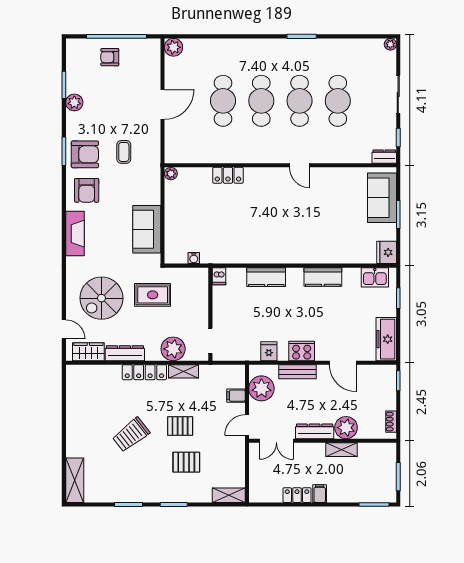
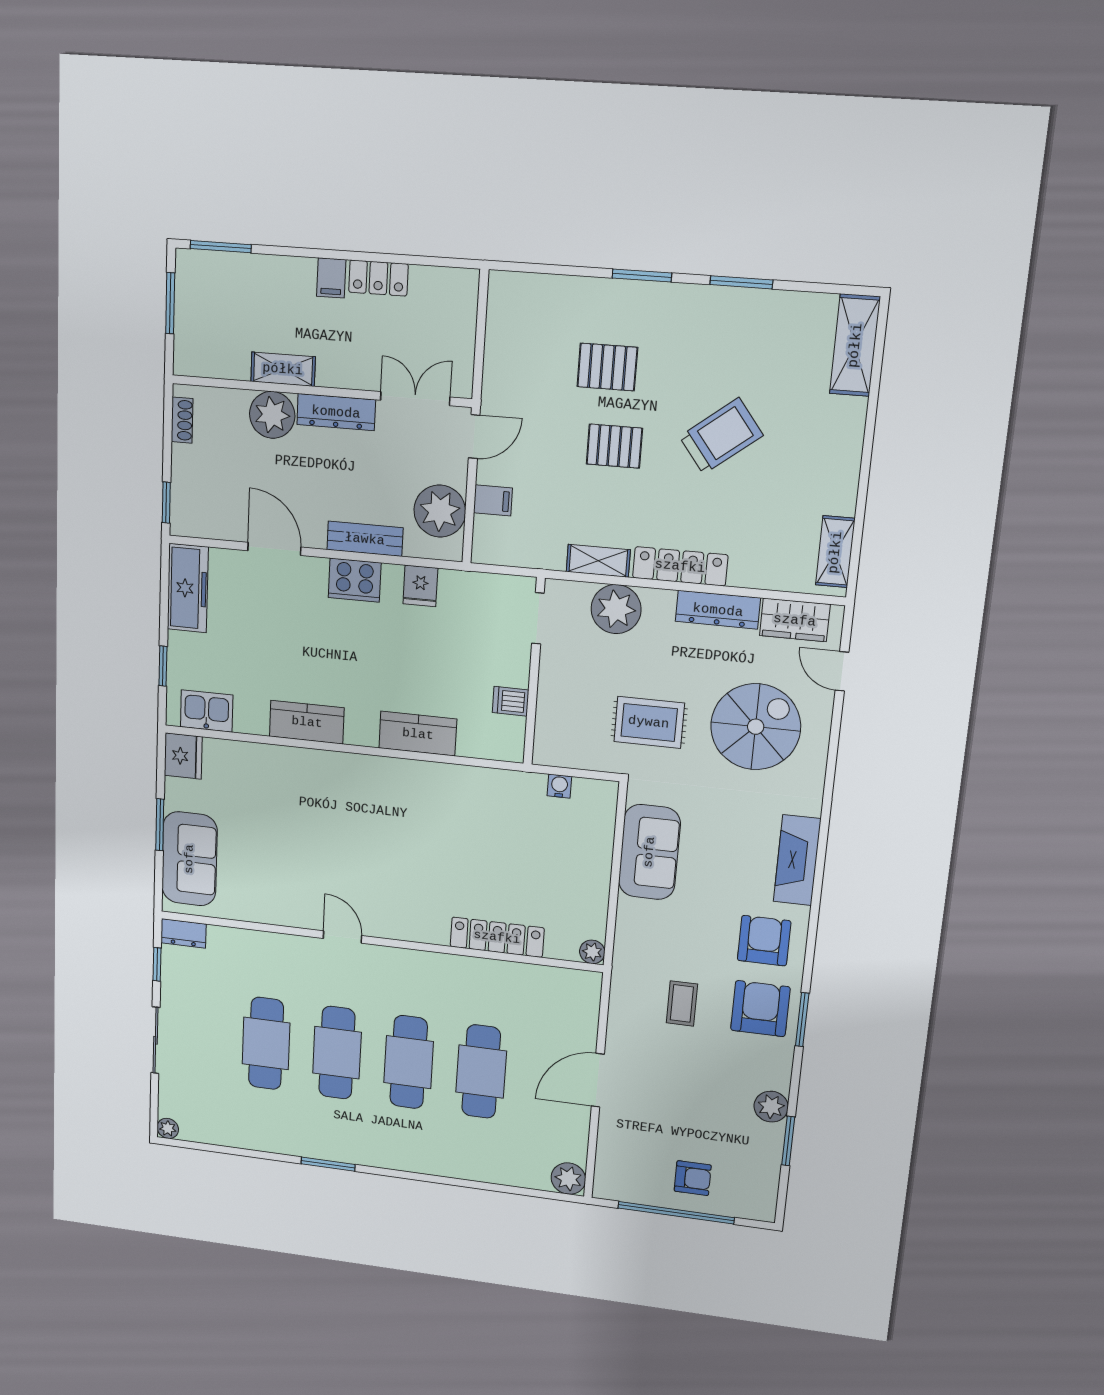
armchair: (85, 154) -> (760, 1009), turned 90
locker: (228, 175) -> (497, 937), width x1.53
dishwasher: (219, 276) -> (511, 701), moved, turned -90
shelving: (229, 495) -> (835, 552), moved, turned 90

